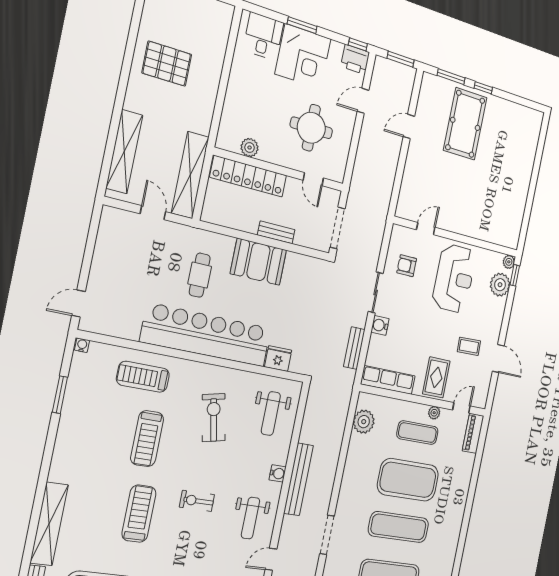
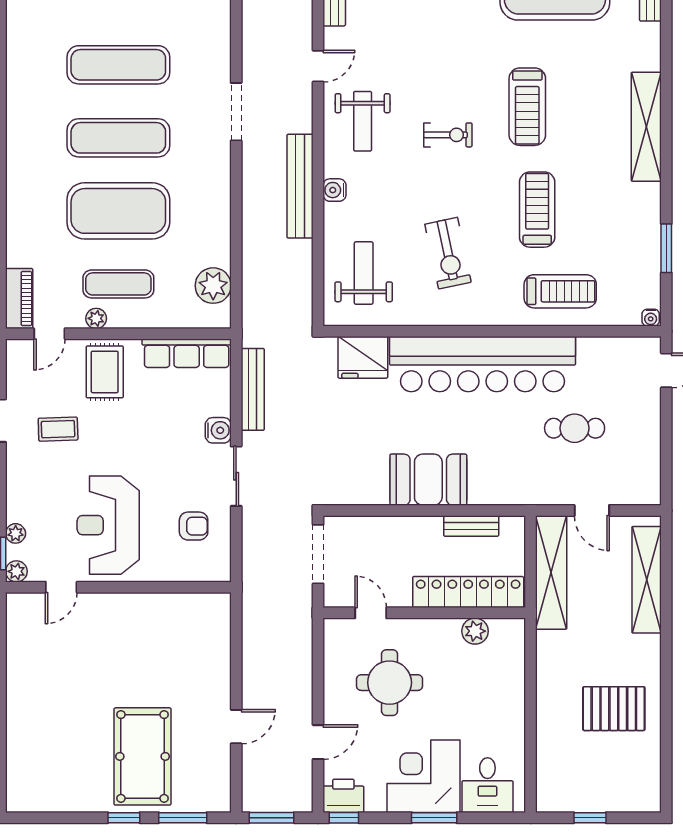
door: (426, 229) -> (61, 587), moved
bench: (276, 232) -> (471, 526), moved
cafe table: (200, 275) -> (575, 428), moved, turned 90
plant: (500, 285) -> (16, 533), width x0.53, depth x0.53
bench: (354, 348) -> (253, 389), width x1.36
fridge: (278, 359) -> (363, 357), width x1.36, depth x1.34
weight bench: (250, 518) -> (363, 121), turned 180
shelving: (49, 524) -> (646, 127), moved

